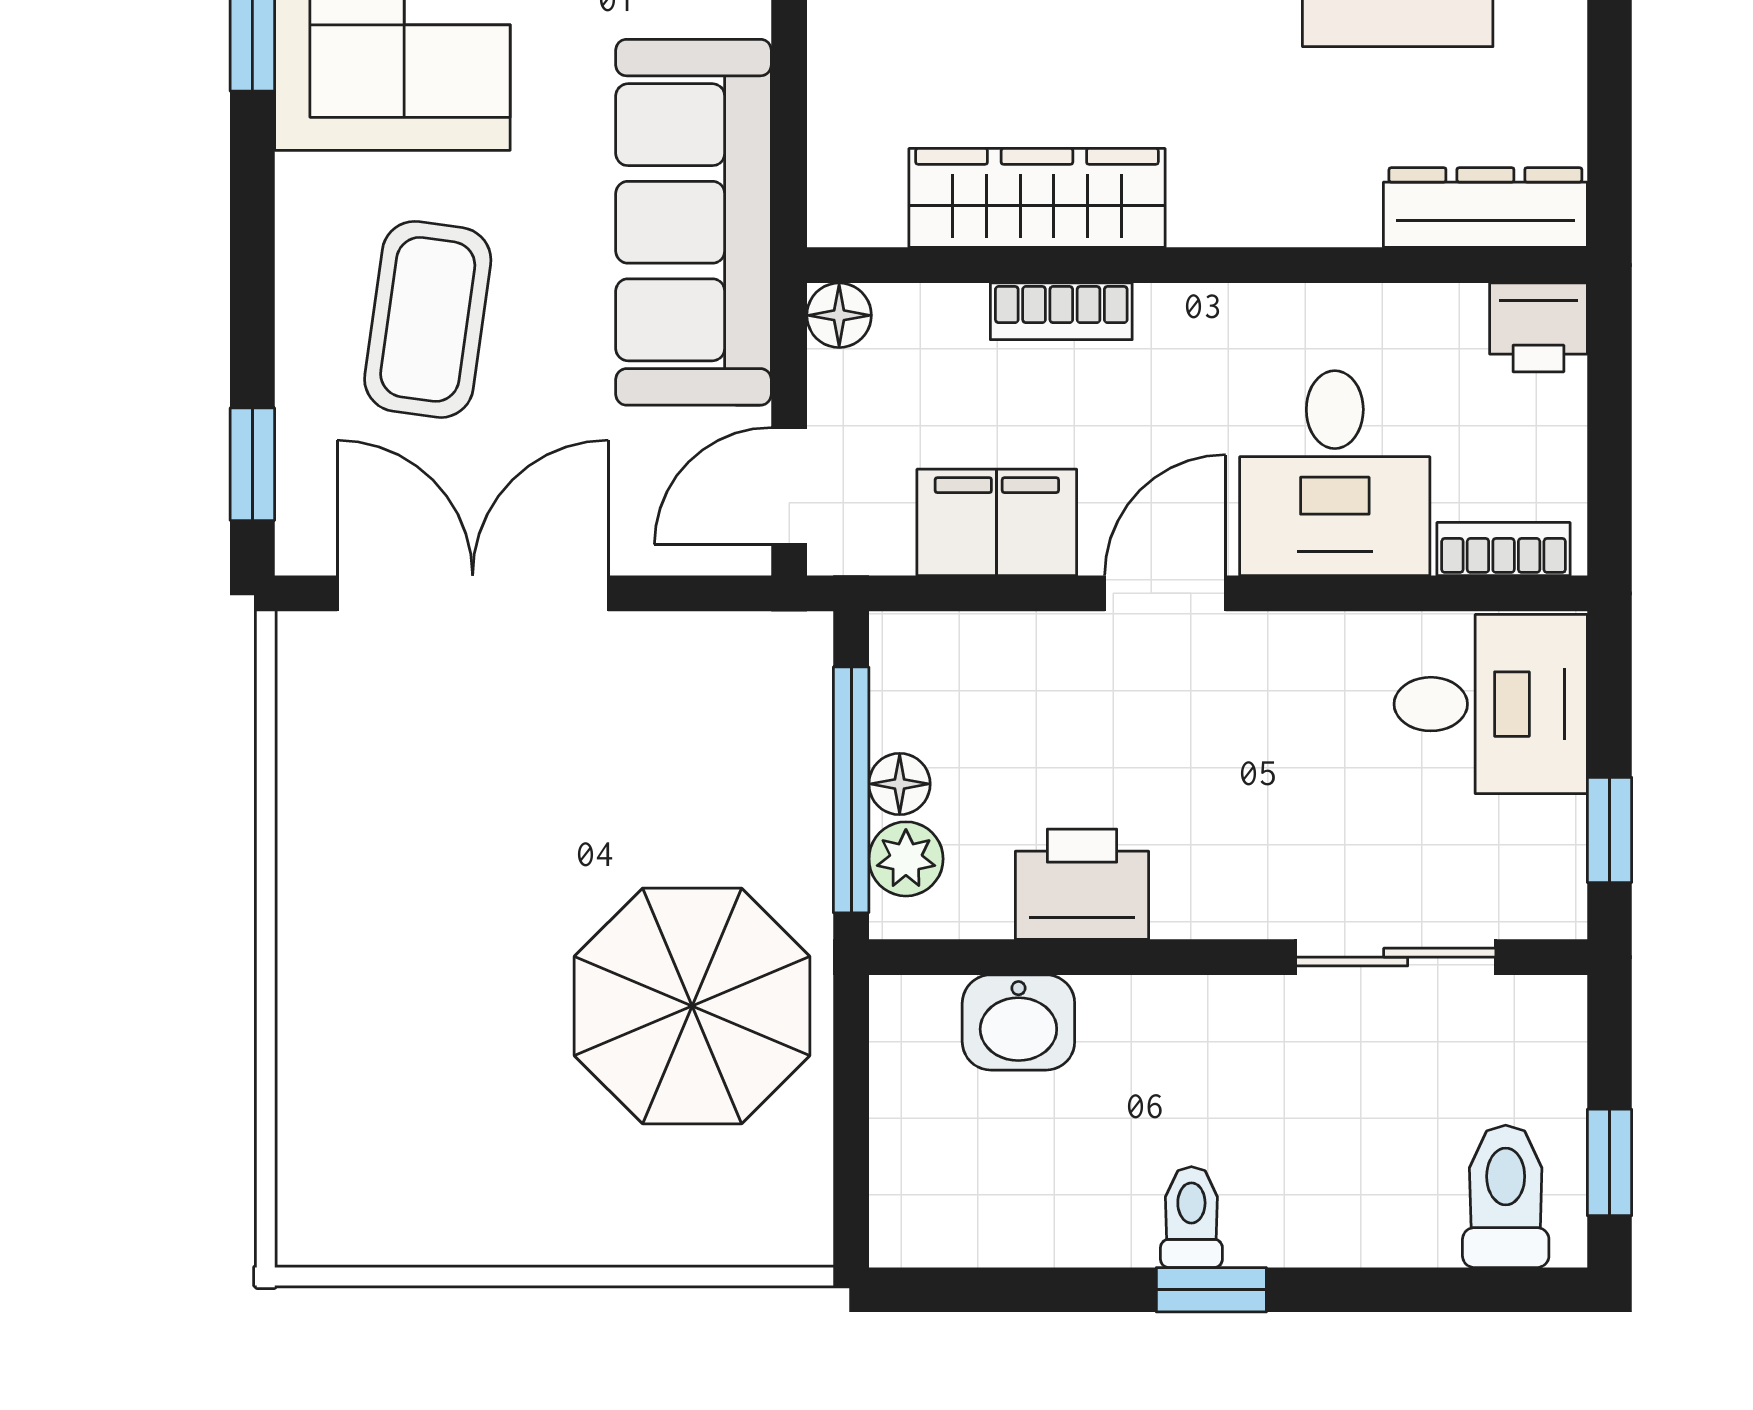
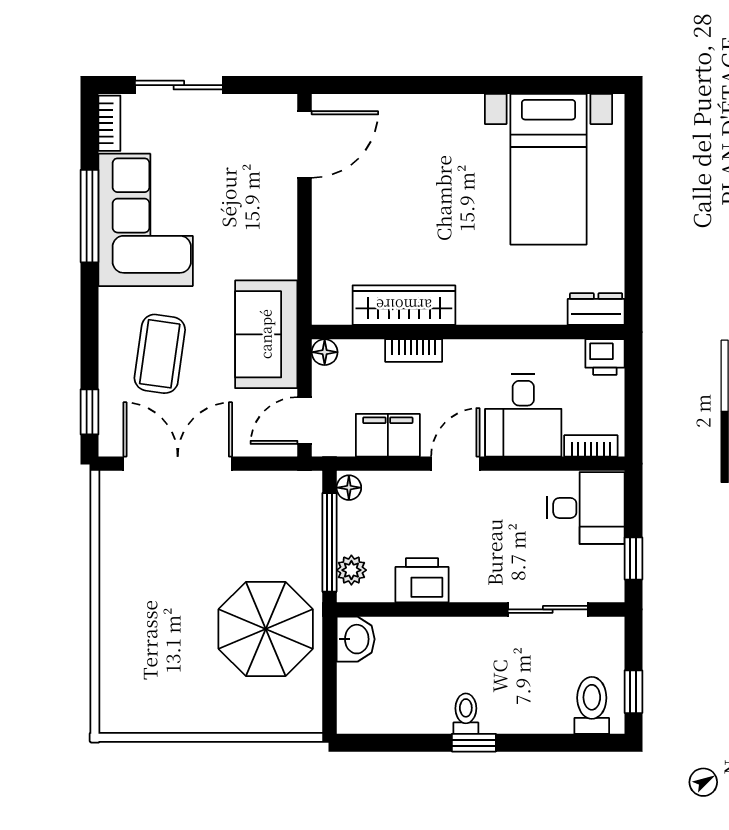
dresser: (1485, 208) -> (596, 309), width x0.70
sofa: (694, 222) -> (266, 334), width x0.73
floor lamp: (900, 784) -> (349, 488), moved
washbasin: (1018, 1022) -> (356, 639), moved, turned -90

